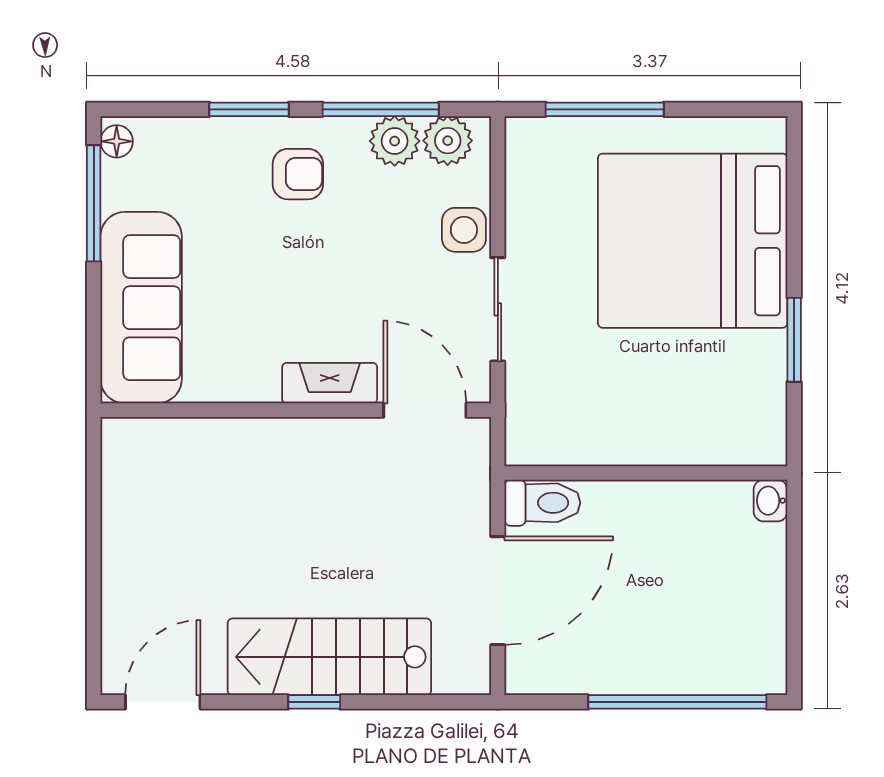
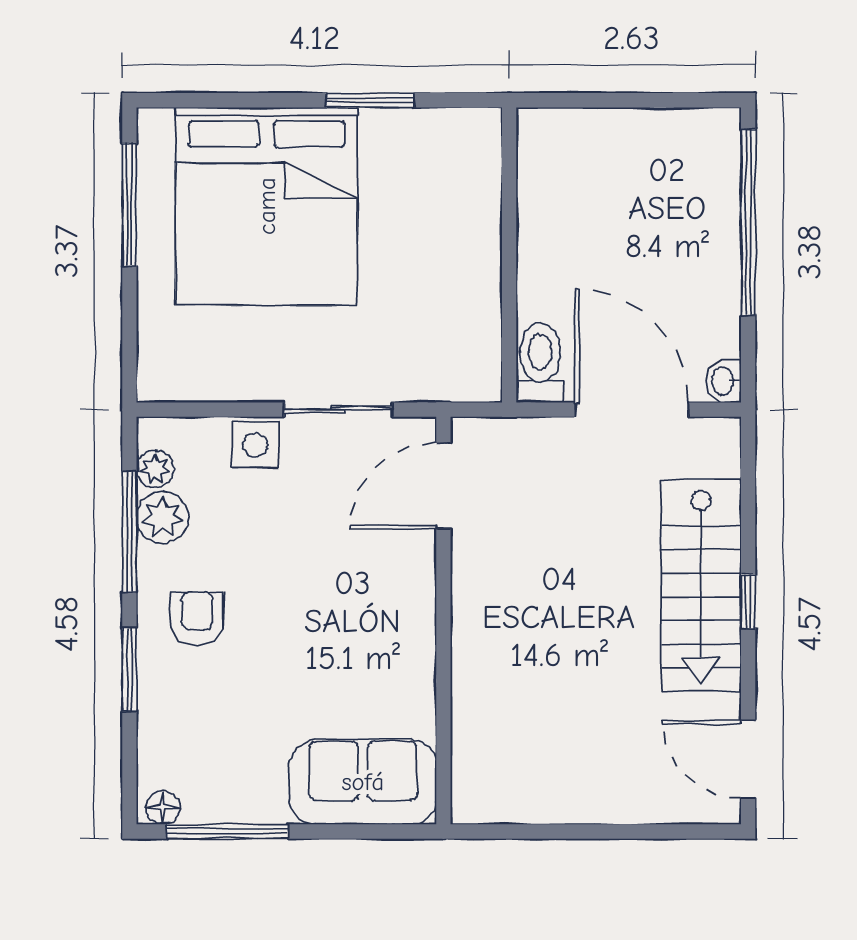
window: (605, 109) -> (129, 205), moved
plant: (448, 141) -> (155, 469), width x0.73, depth x0.73
sofa: (141, 308) -> (363, 782), width x0.73
fireplace: (330, 383) -> (415, 585), removed
washbasin: (770, 501) -> (723, 381), moved, turned 90

